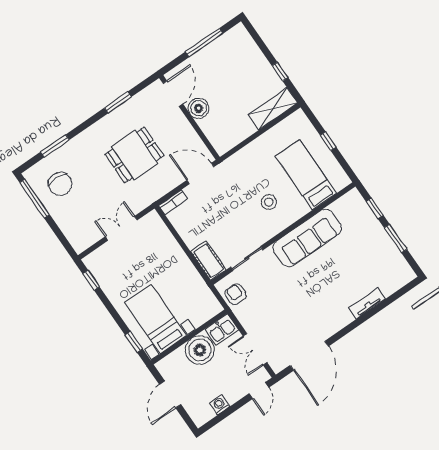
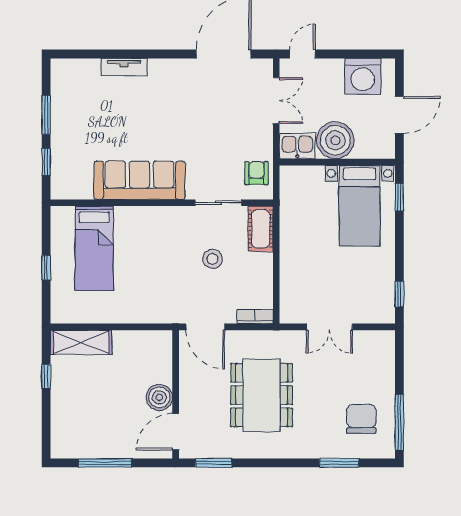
window: (118, 102) -> (214, 463), moved
dining table: (134, 155) -> (262, 395), width x1.38
stool: (269, 202) -> (213, 259), moved
armchair: (236, 294) -> (256, 173), turned 180
washing machine: (220, 405) -> (363, 76), width x1.89, depth x1.89

